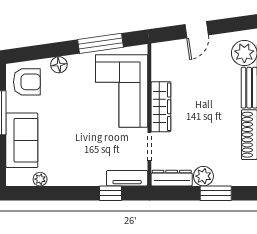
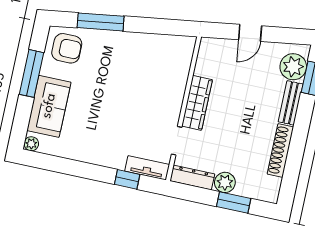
window: (100, 43) -> (101, 22), moved
floor lamp: (59, 65) -> (103, 38), removed
corner sofa: (122, 91) -> (161, 78), removed
plant: (40, 179) -> (31, 144), moved

